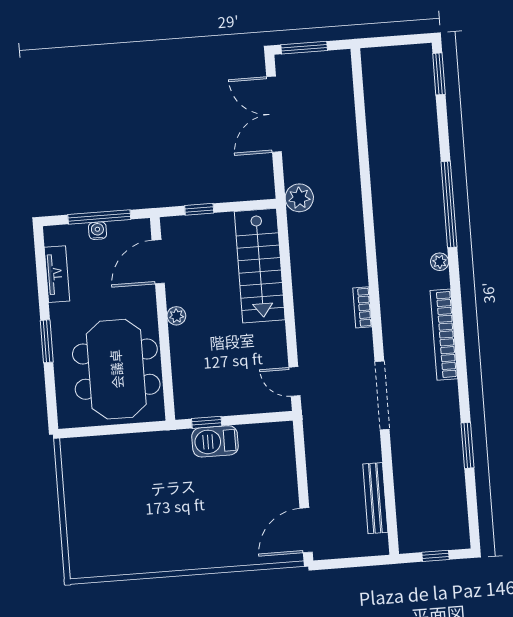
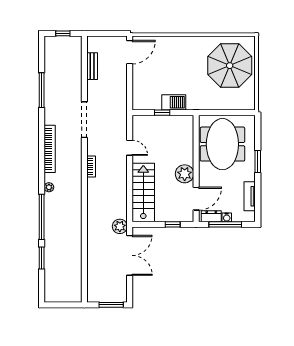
window: (439, 74) -> (42, 258), moved
double door: (274, 114) -> (130, 255), moved
dresser: (127, 230) -> (211, 216), added
plant: (176, 316) -> (185, 174), width x1.87, depth x1.87
door: (295, 382) -> (130, 148), moved
window: (207, 422) -> (162, 113), moved
window: (468, 445) -> (42, 90), width x1.44
bench: (375, 498) -> (92, 66), width x0.73
parasol: (114, 519) -> (230, 66), added

